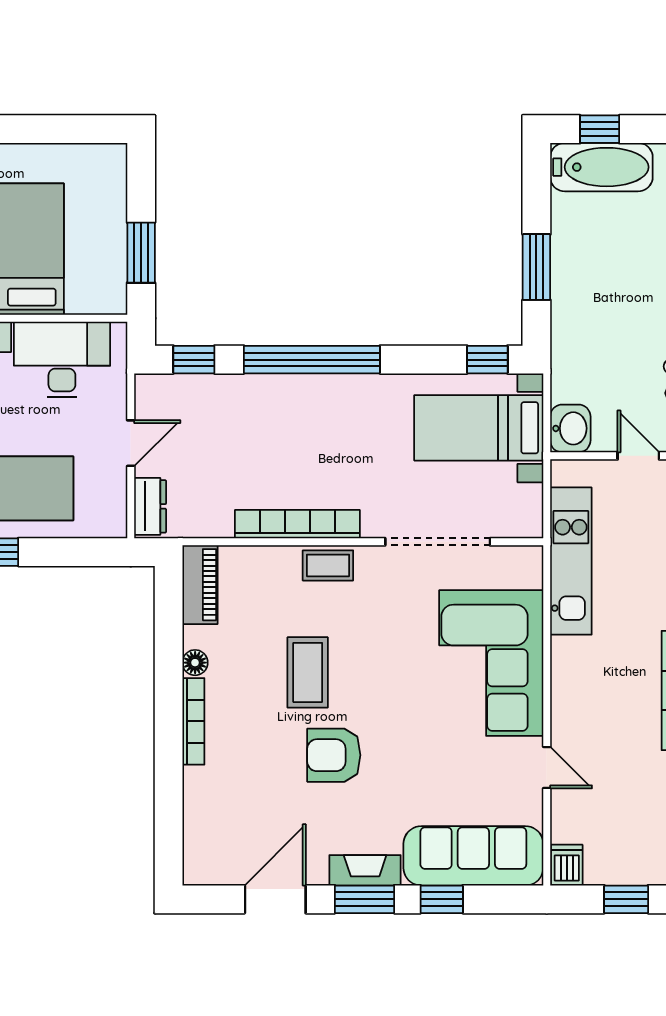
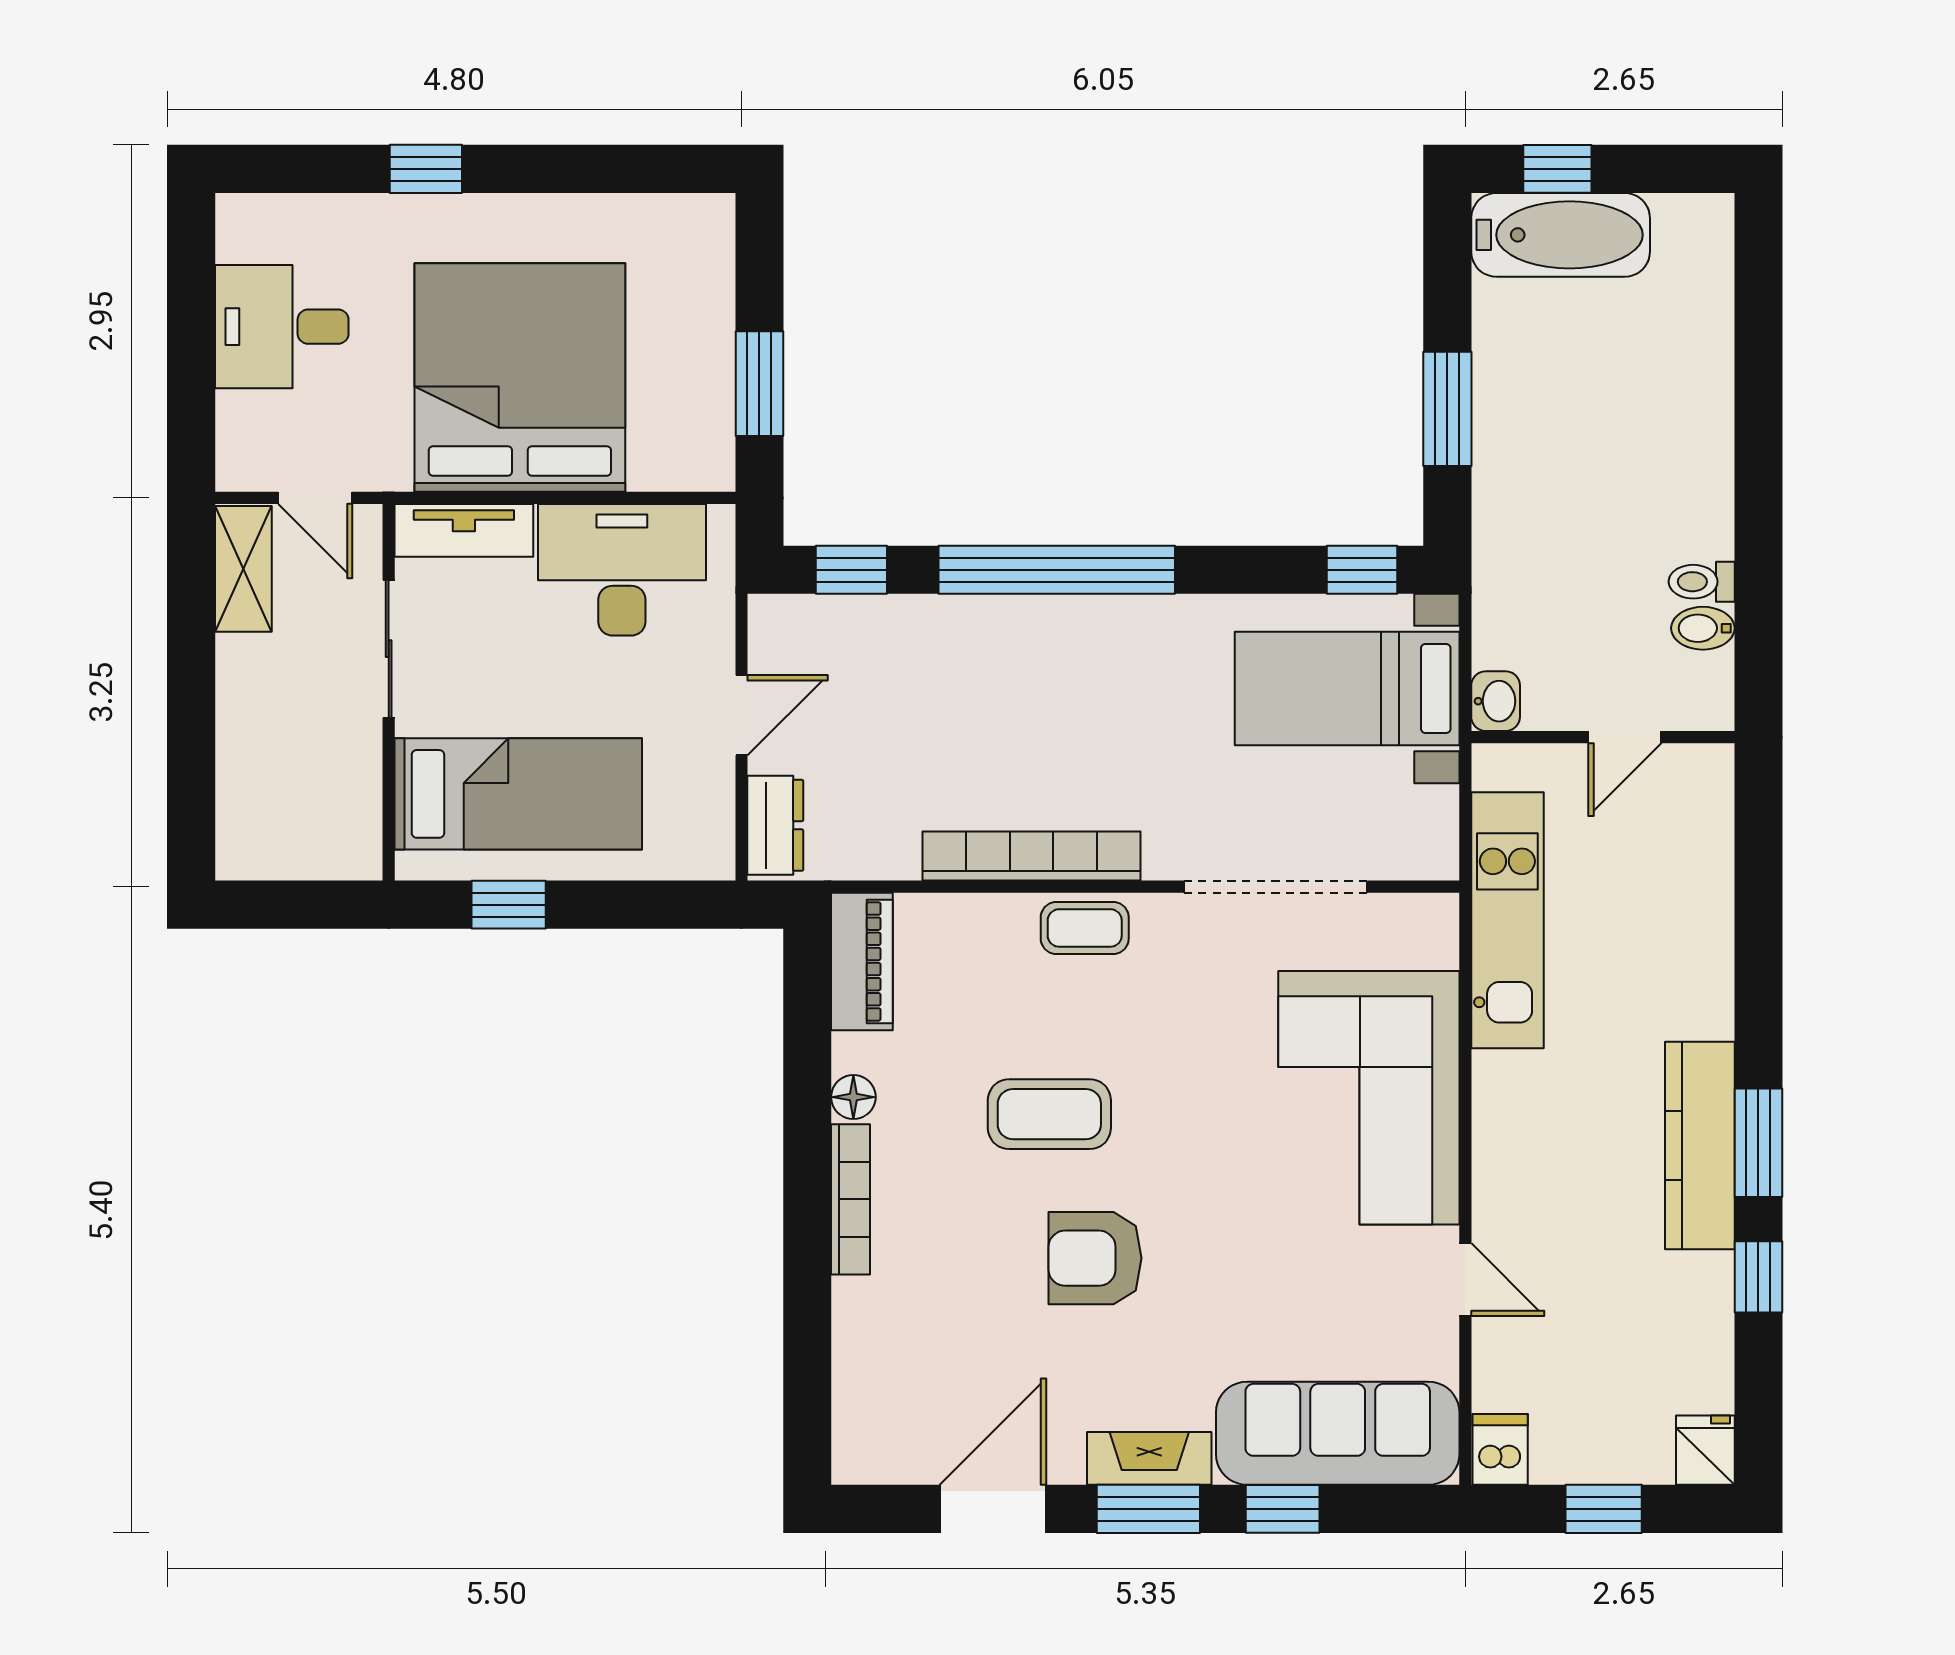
washbasin: (570, 428) -> (1496, 701), width x0.72, depth x0.69
door: (638, 456) -> (1625, 737), swing flipped
coffee table: (308, 672) -> (1049, 1114), turned 90

